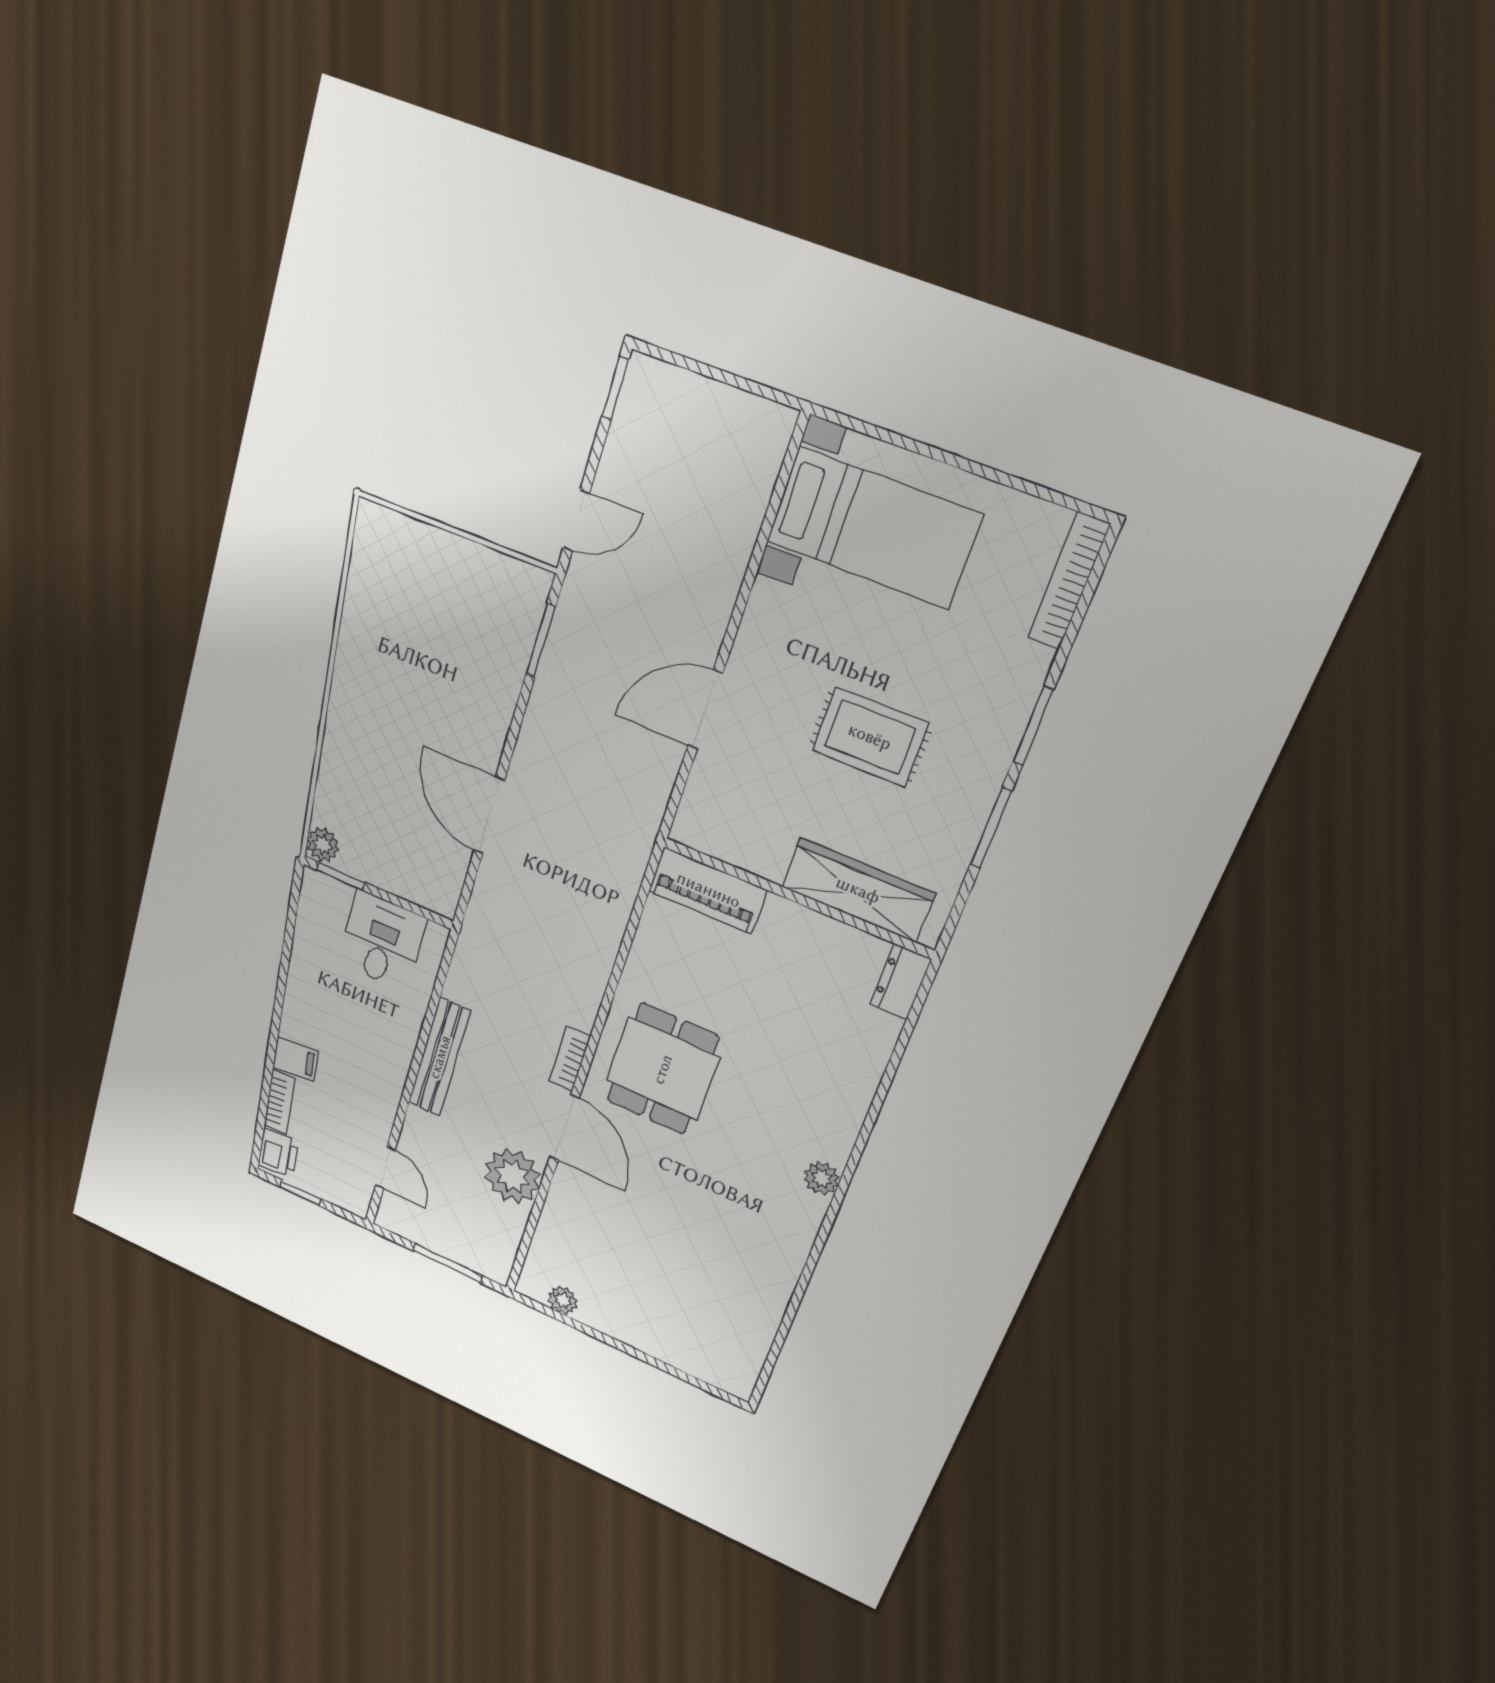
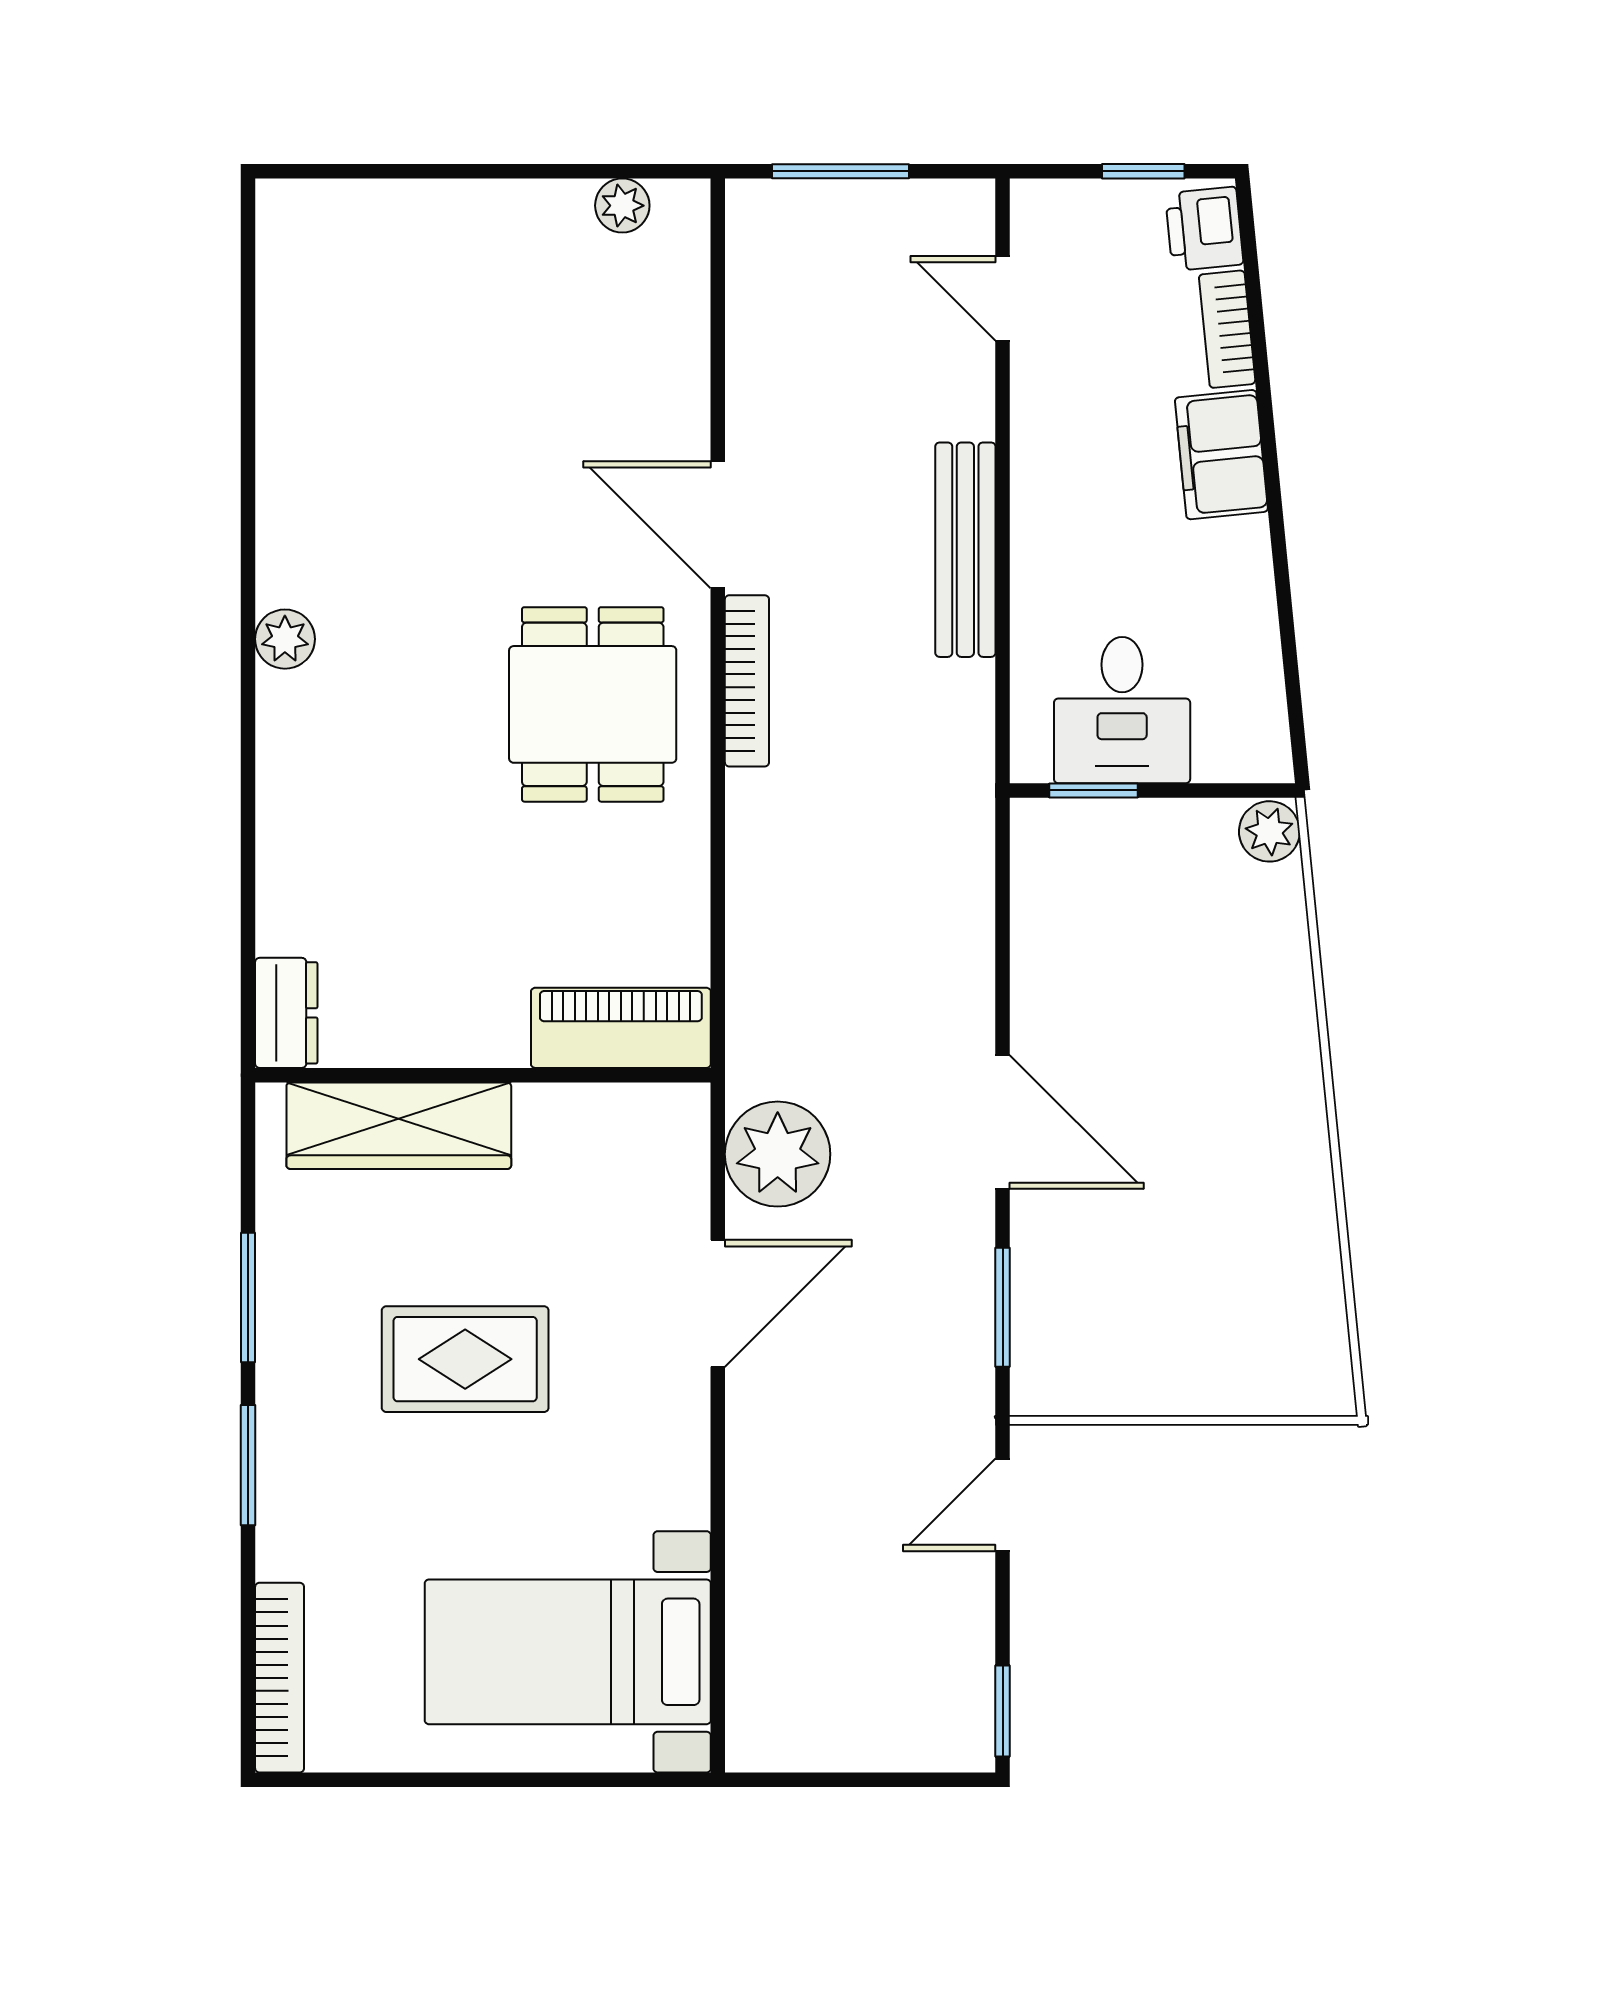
door: (489, 815) -> (1003, 1122), moved
window: (341, 876) -> (1093, 790), moved
filing cabinet: (296, 1059) -> (1221, 455), width x2.00
bookcase: (570, 1059) -> (747, 681), width x1.56
plant: (512, 1176) -> (778, 1154), moved

